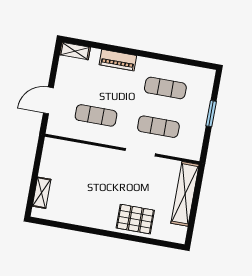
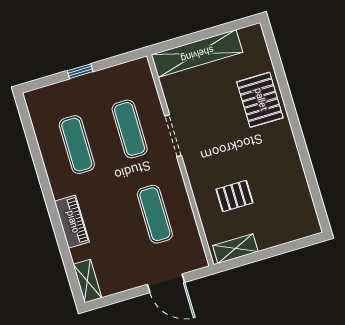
window: (211, 114) -> (80, 71), width x0.67
pallet: (82, 172) -> (235, 196), added
shelving: (42, 193) -> (235, 249), moved

